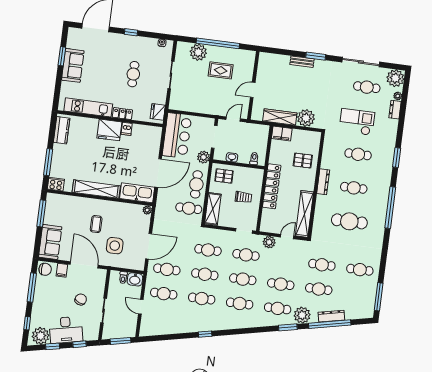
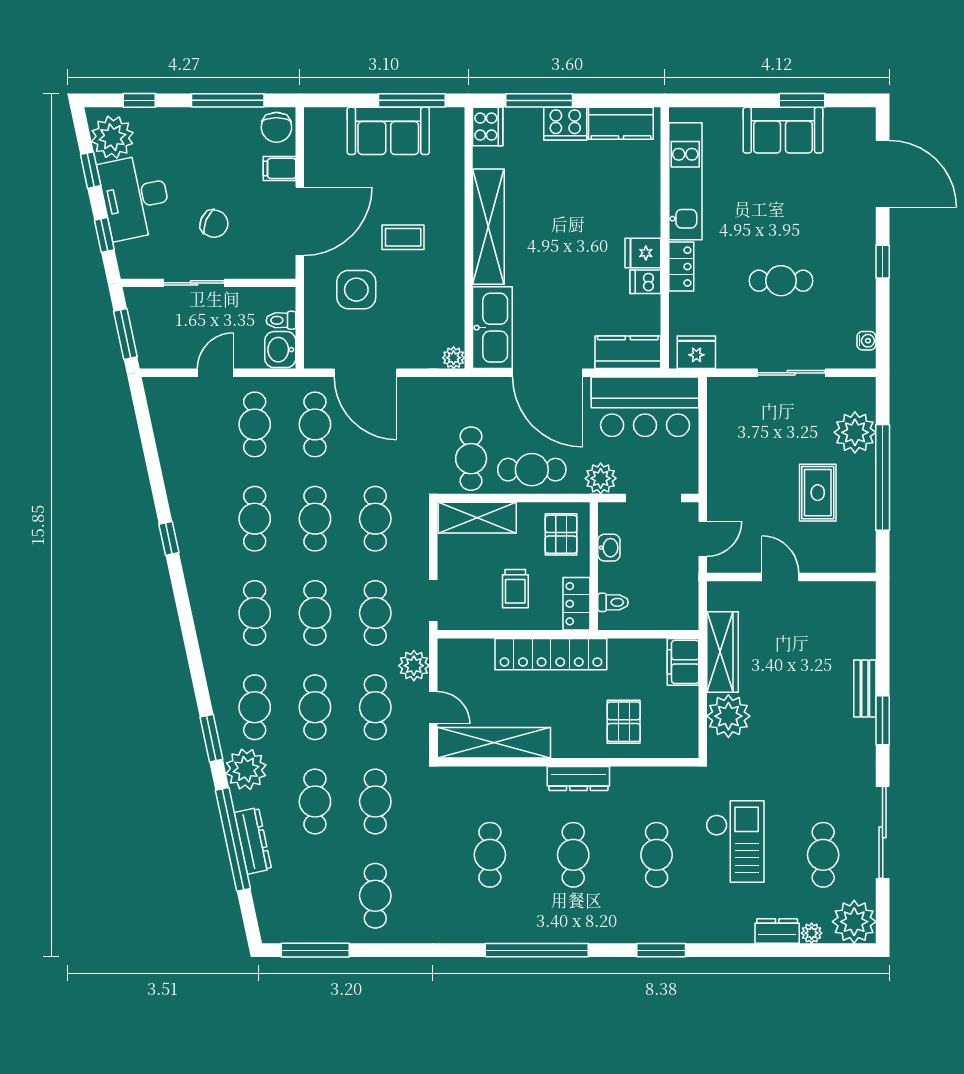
door: (233, 119) -> (703, 539), hinge flipped
fridge: (109, 130) -> (643, 253), width x0.53, depth x0.75
kitchen counter: (154, 140) -> (628, 352), added
cooker: (59, 153) -> (565, 124), added
locker: (253, 173) -> (576, 604), added
cafe table: (349, 221) -> (490, 855), width x0.73, depth x0.74
sofa: (50, 242) -> (388, 131), moved
cafe table: (284, 260) -> (375, 707), added

